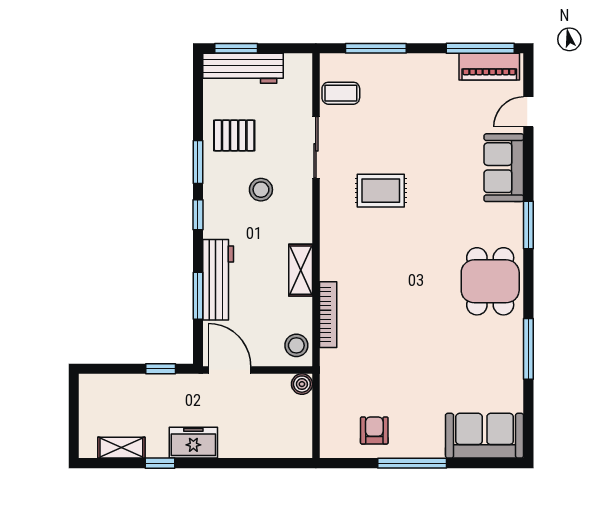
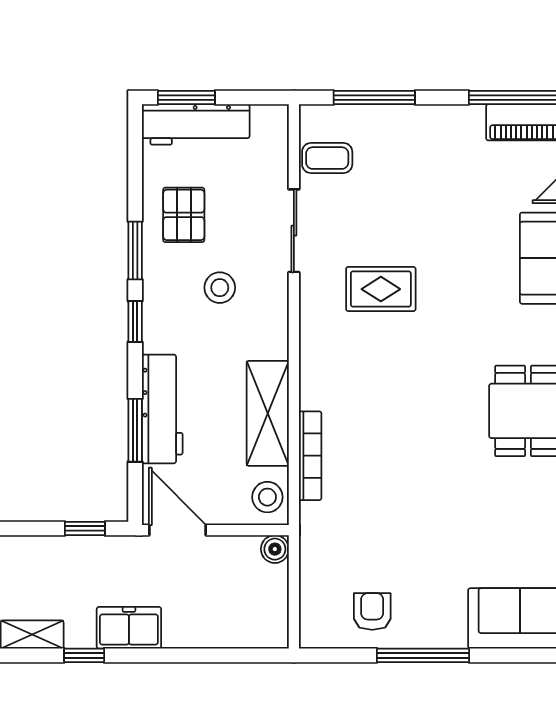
pallet: (234, 135) -> (184, 215), turned 90
shelving: (301, 270) -> (268, 413), width x1.50, depth x1.33

